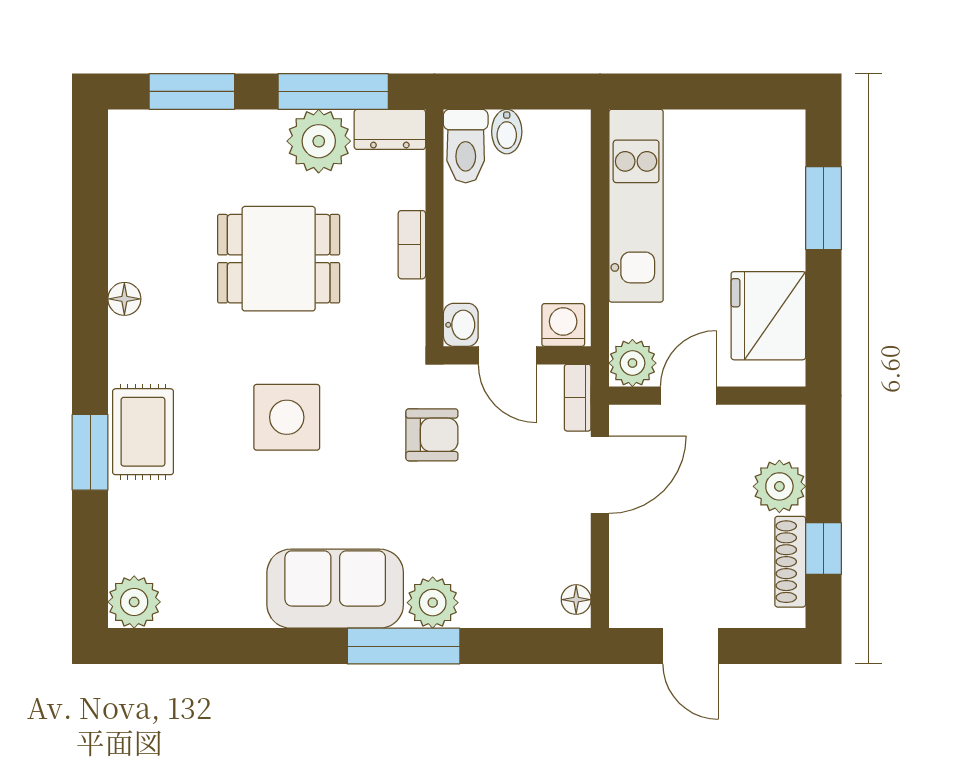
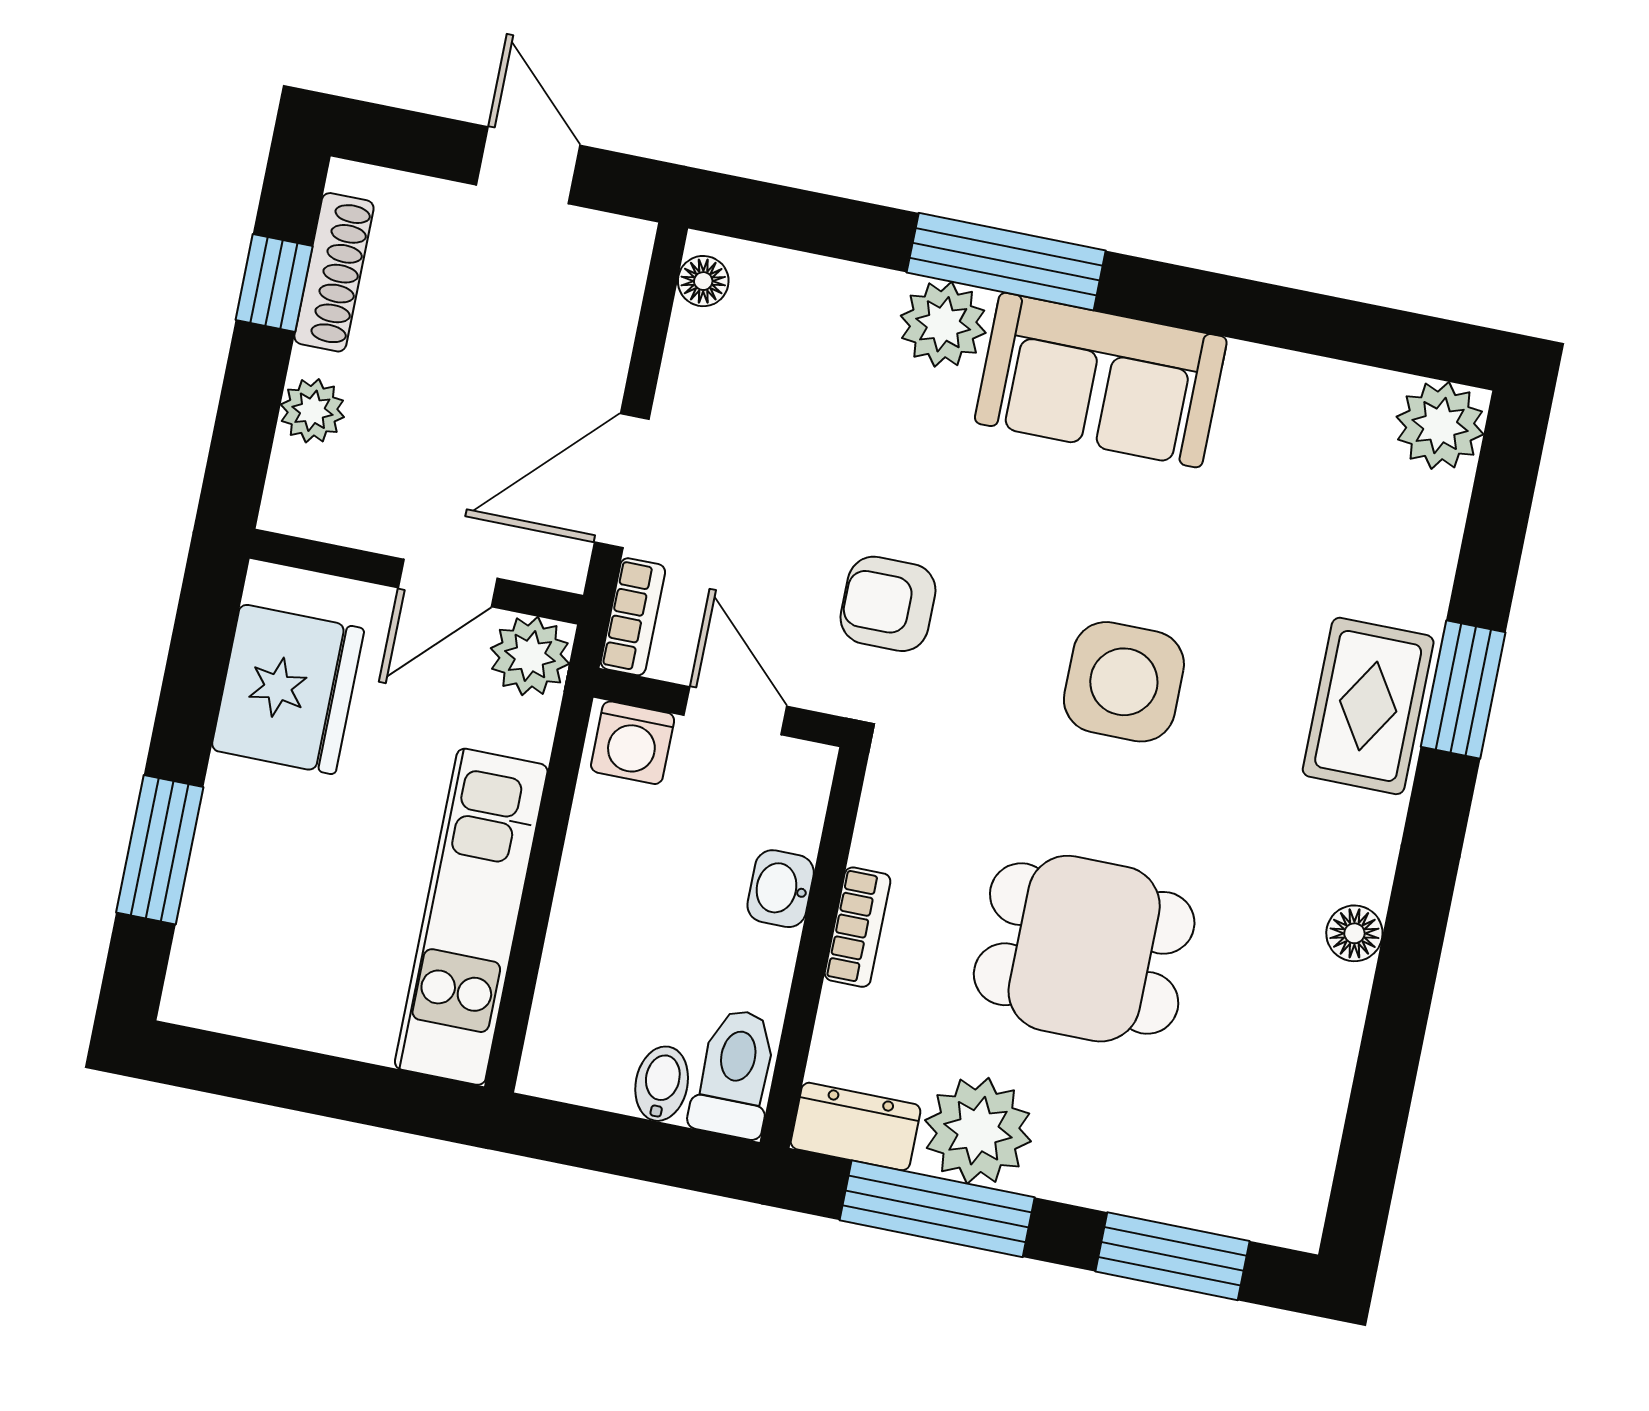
washbasin: (461, 325) -> (781, 889), moved
plant: (779, 486) -> (312, 411), width x0.73, depth x0.73

